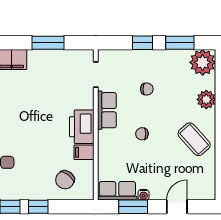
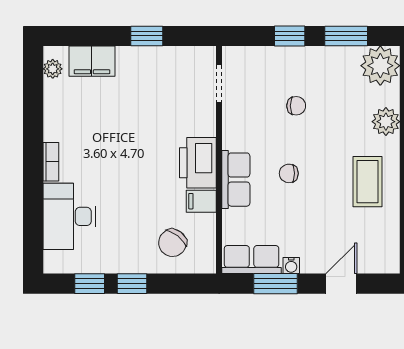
window: (48, 43) -> (147, 36), width x0.67
row of seats: (107, 110) -> (236, 180), moved
coffee table: (194, 139) -> (368, 182), turned 42

